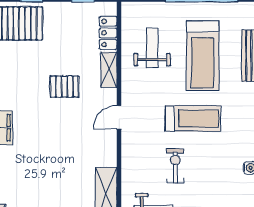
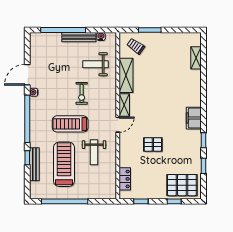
weight bench: (152, 48) -> (94, 152), moved
shelving: (109, 70) -> (124, 105), moved

